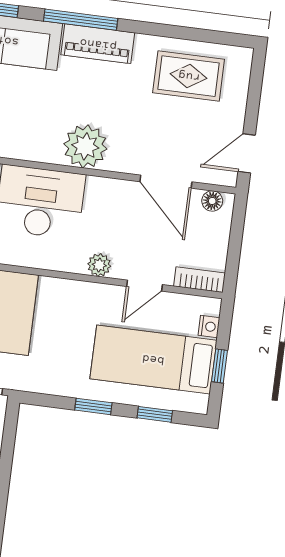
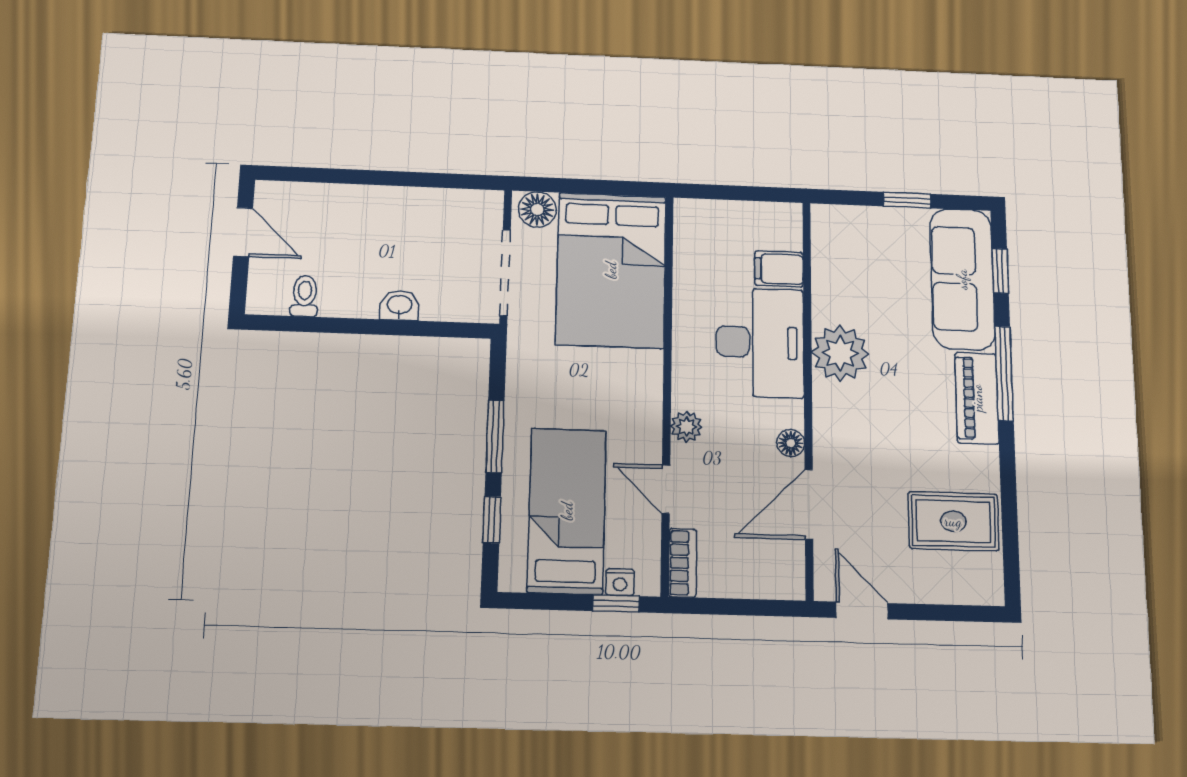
rug: (189, 76) -> (953, 521), turned 90
plant: (85, 146) -> (840, 353), moved
floor lamp: (212, 201) -> (791, 443), moved
window: (219, 366) -> (616, 604), moved
window: (93, 406) -> (495, 436), width x1.50

